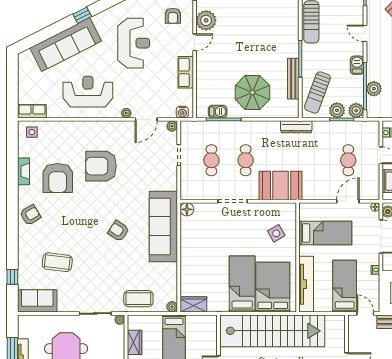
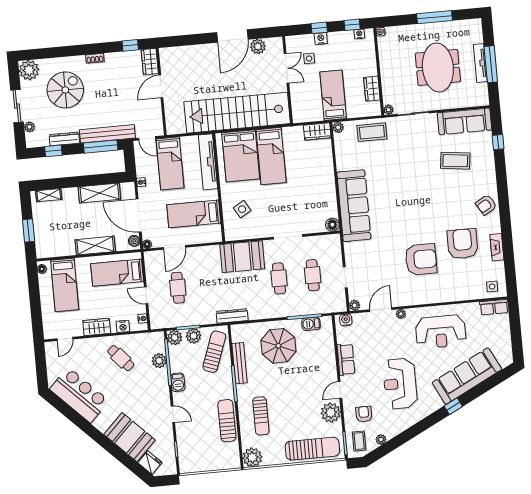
sun lounger: (277, 24) -> (261, 416), added
armchair: (118, 231) -> (398, 197), removed
sofa: (37, 301) -> (465, 121), width x1.36

